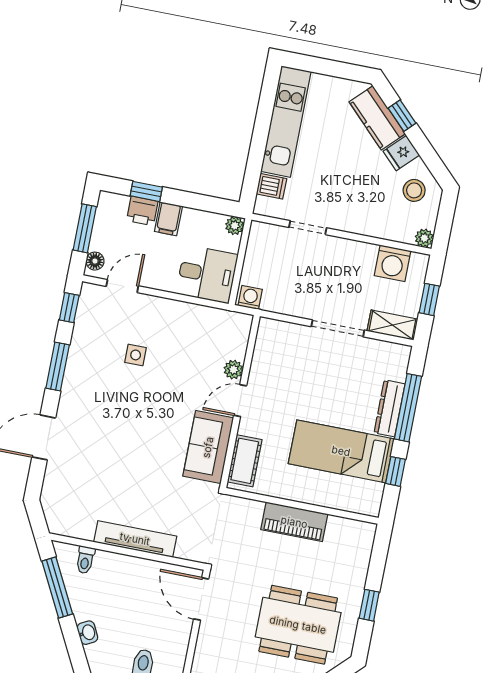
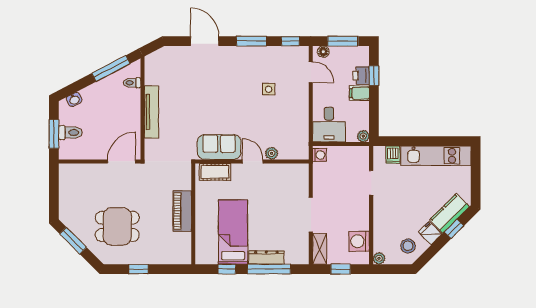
dining table: (298, 625) -> (117, 226), width x0.73
washbasin: (87, 633) -> (74, 99), moved

